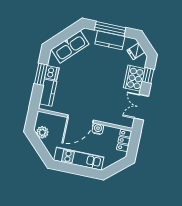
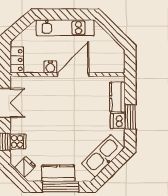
cooker: (134, 78) -> (18, 141), width x0.53, depth x0.76
plant: (42, 132) -> (114, 49), removed

